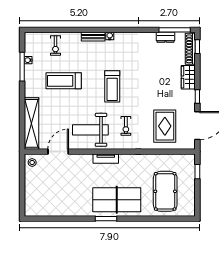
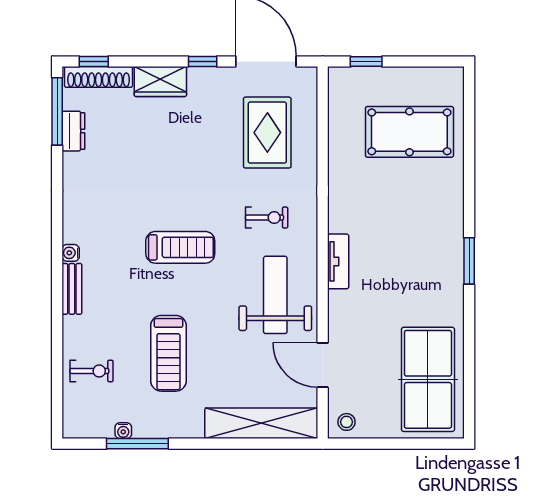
rug: (165, 126) -> (267, 133), turned 90
weight bench: (90, 130) -> (275, 295), turned 180
table tennis table: (117, 200) -> (428, 379), moved

